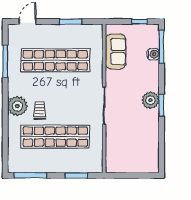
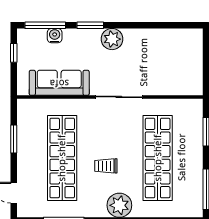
sofa: (115, 52) -> (59, 83), width x1.36
window: (161, 105) -> (90, 25), moved
trolley: (40, 111) -> (106, 166), moved

